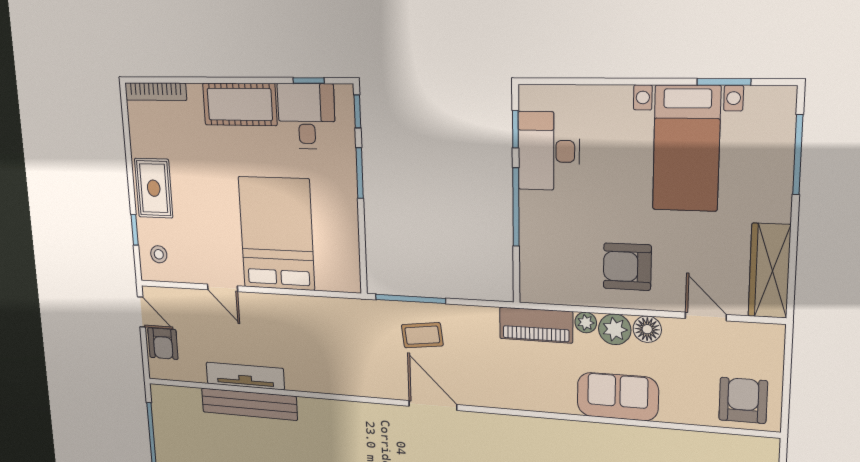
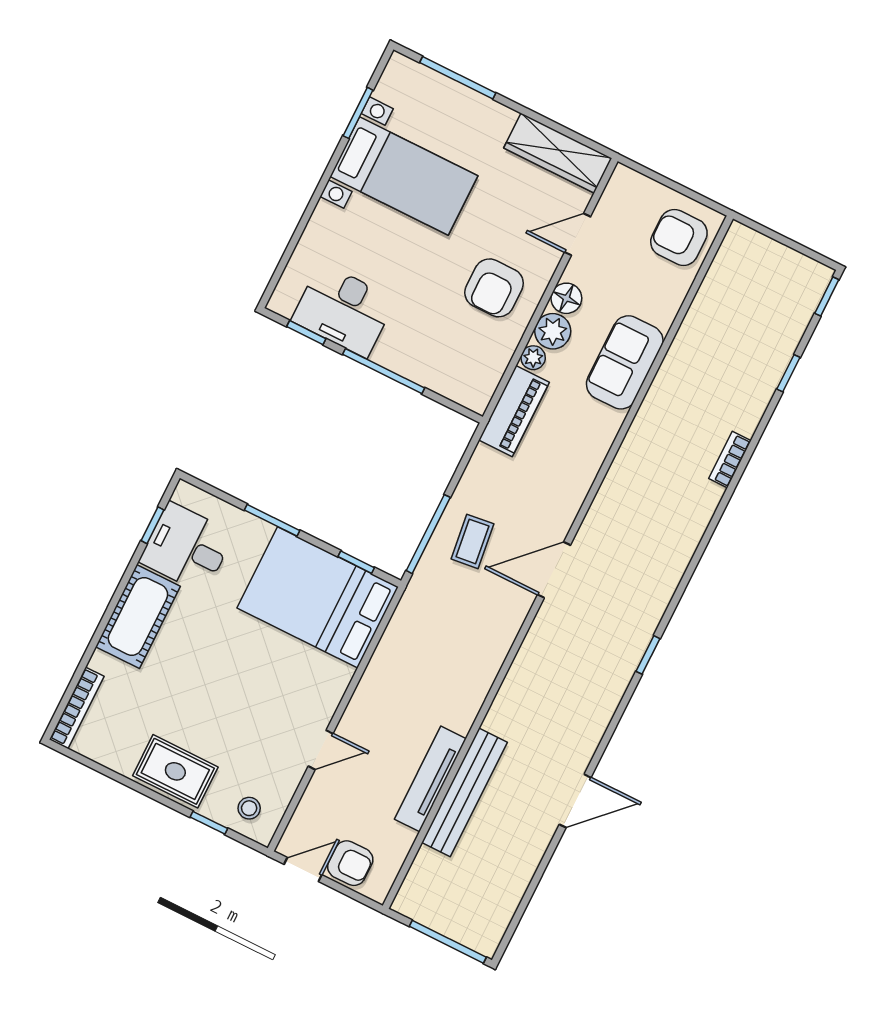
window: (357, 111) -> (356, 562), moved
bed: (276, 234) -> (318, 597), moved

